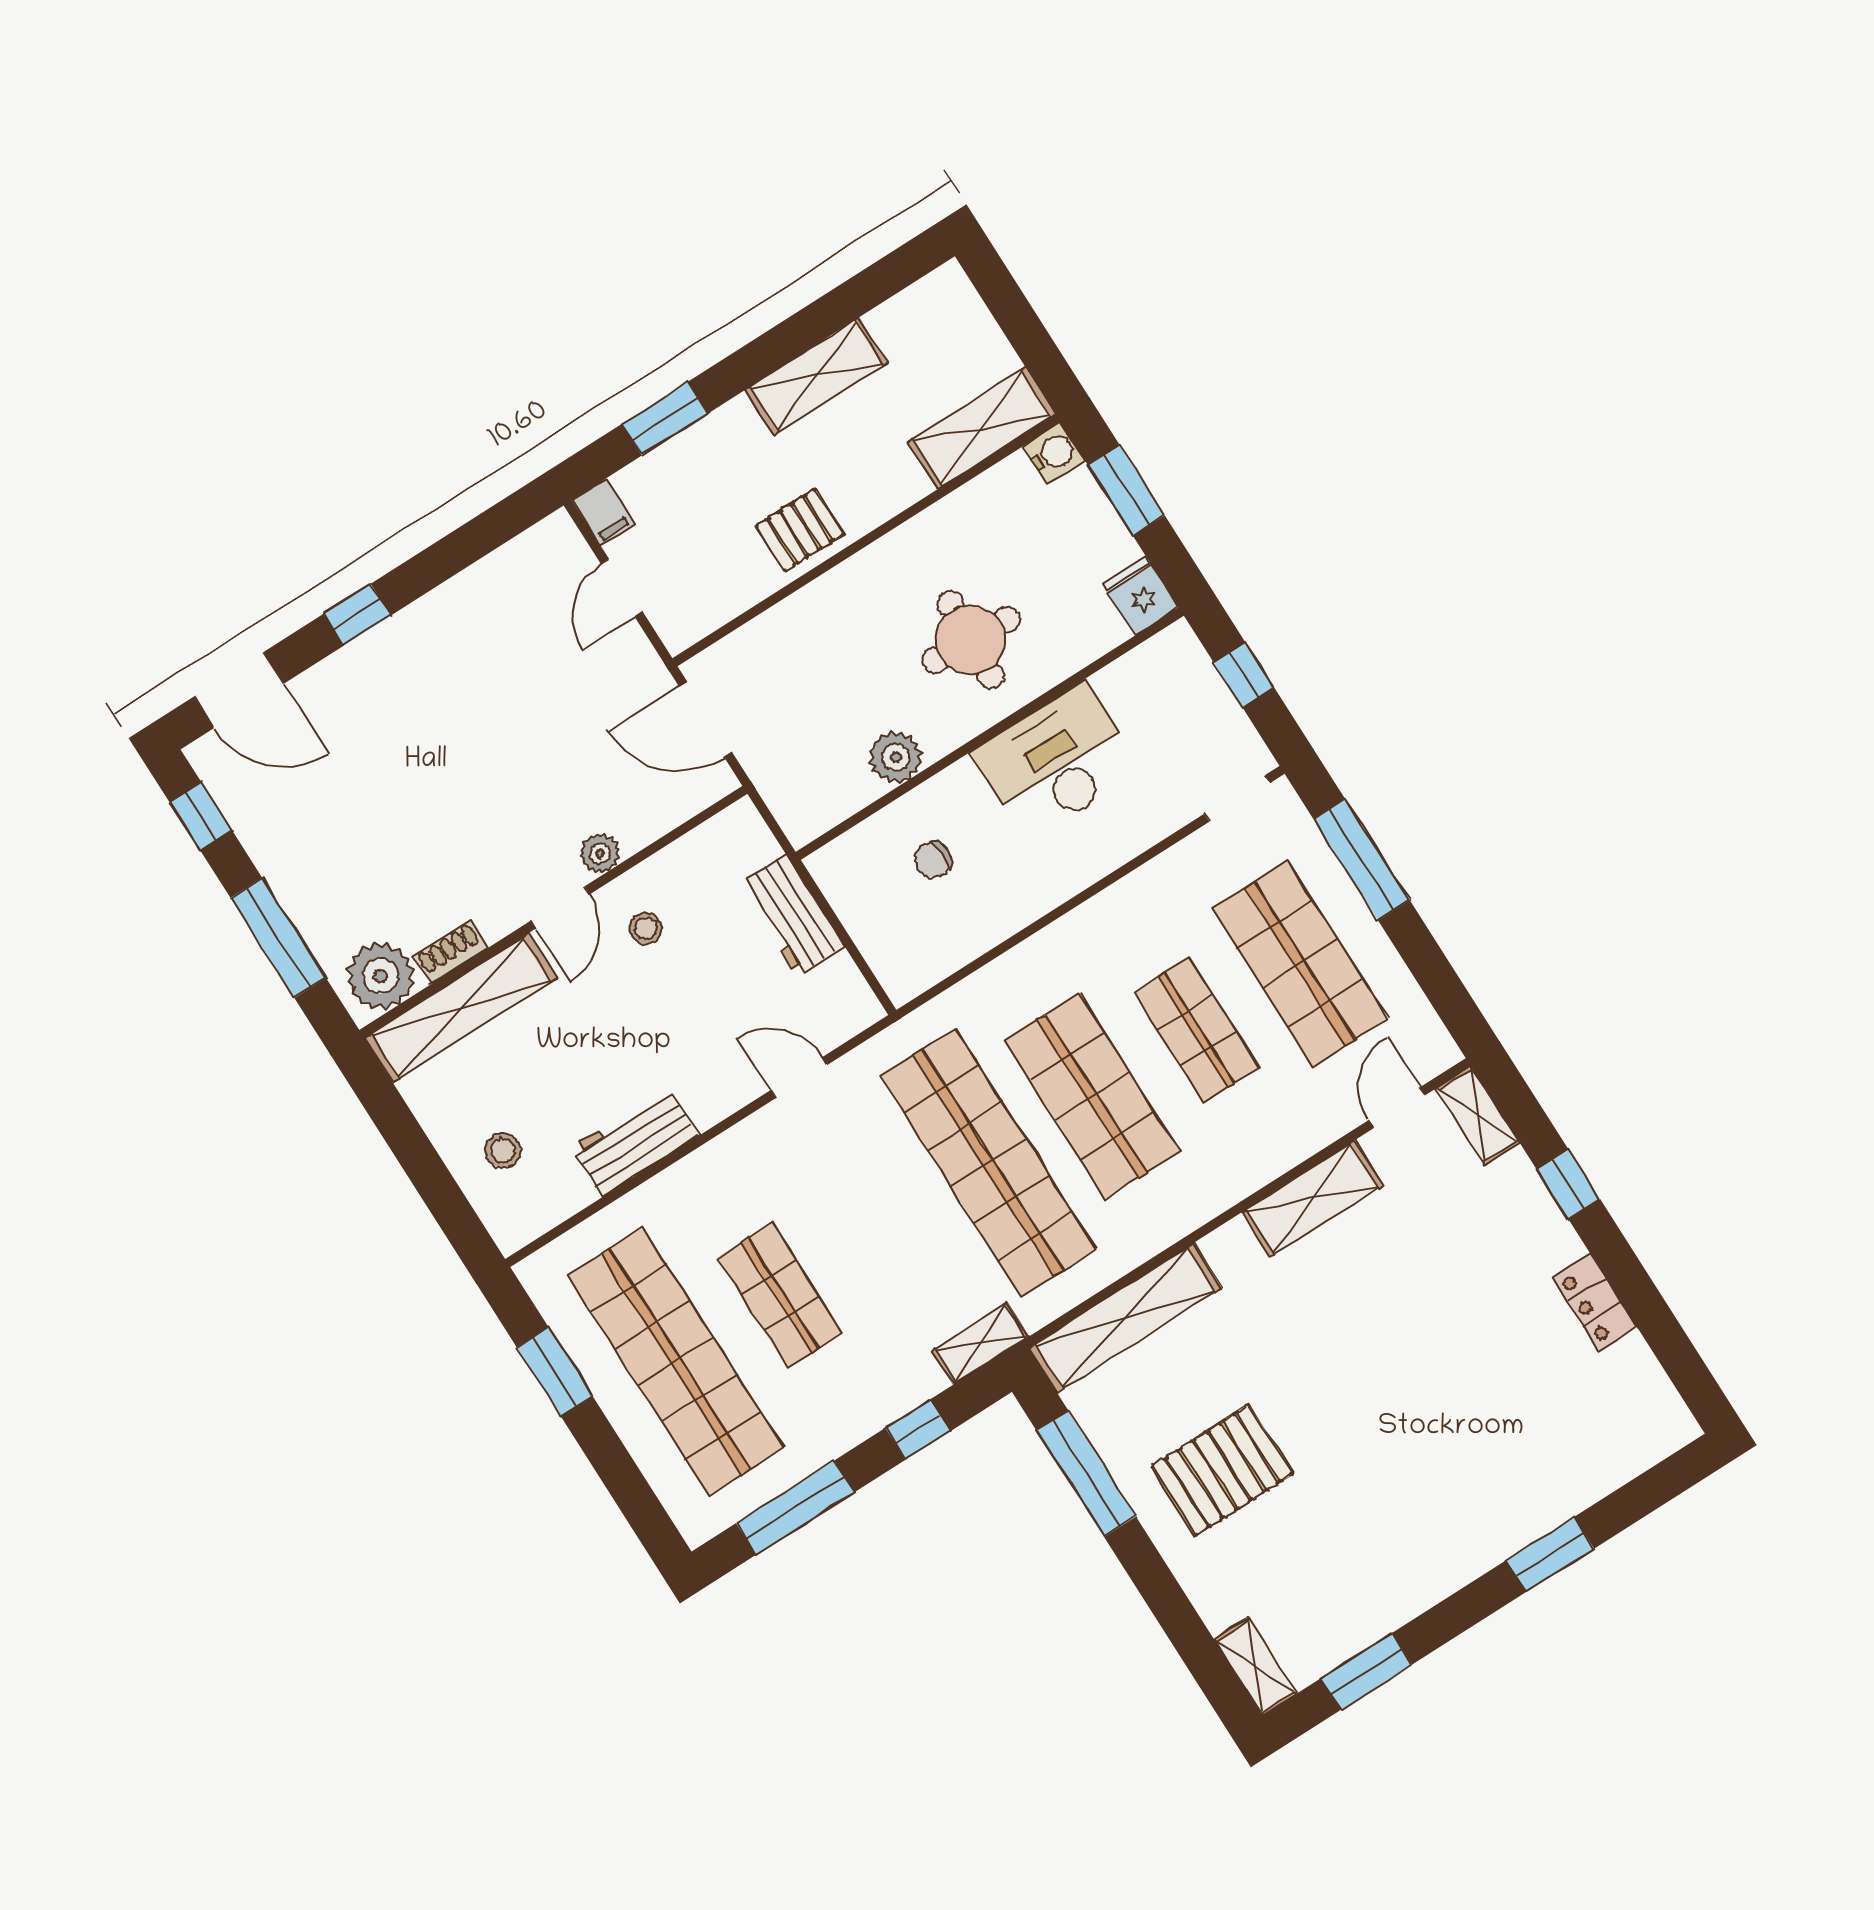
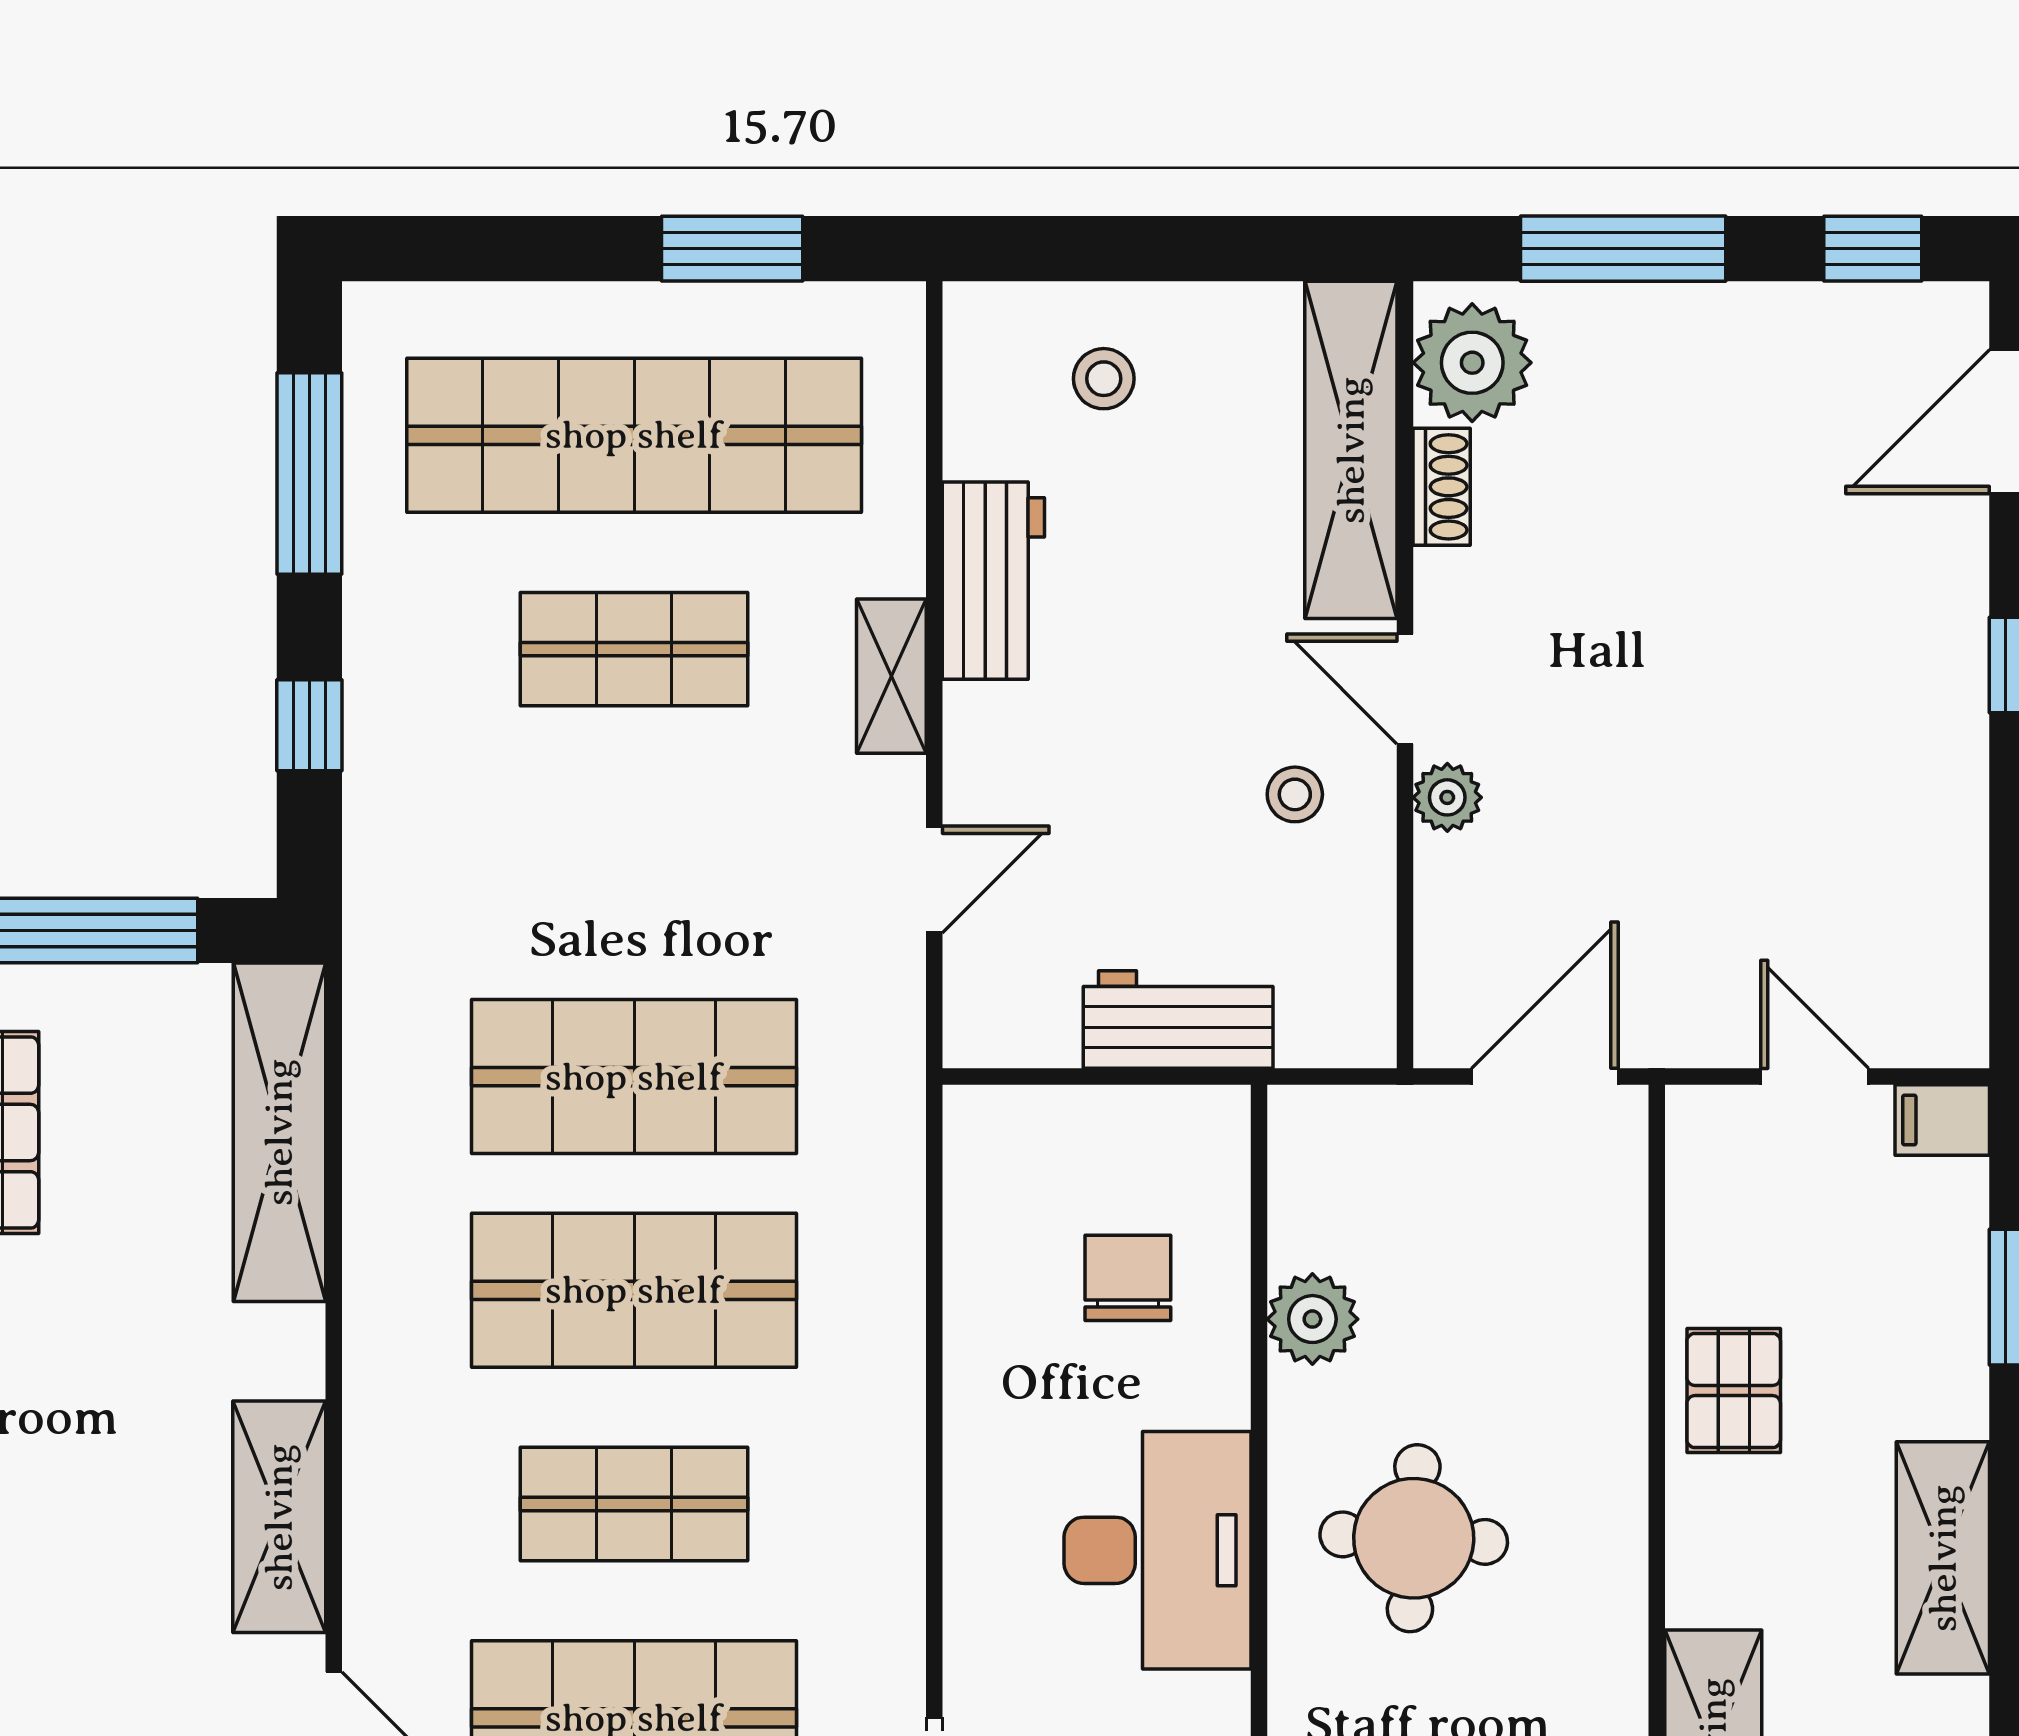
chair: (933, 860) -> (1128, 1278), width x1.37, depth x1.37
shop shelf: (988, 1163) -> (634, 1077), width x0.71
shelving: (980, 1344) -> (891, 676), moved

